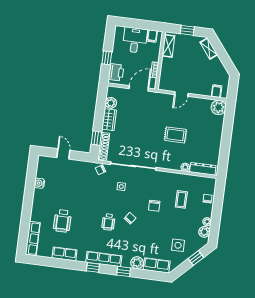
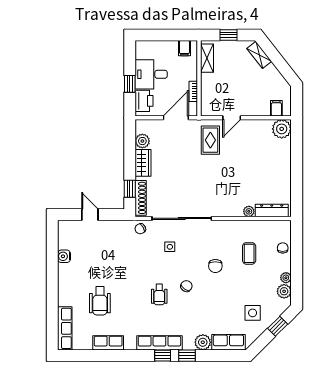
desk: (135, 40) -> (151, 74), moved, turned -90
rug: (175, 135) -> (210, 140), moved, turned 90
window: (93, 268) -> (163, 356), moved

